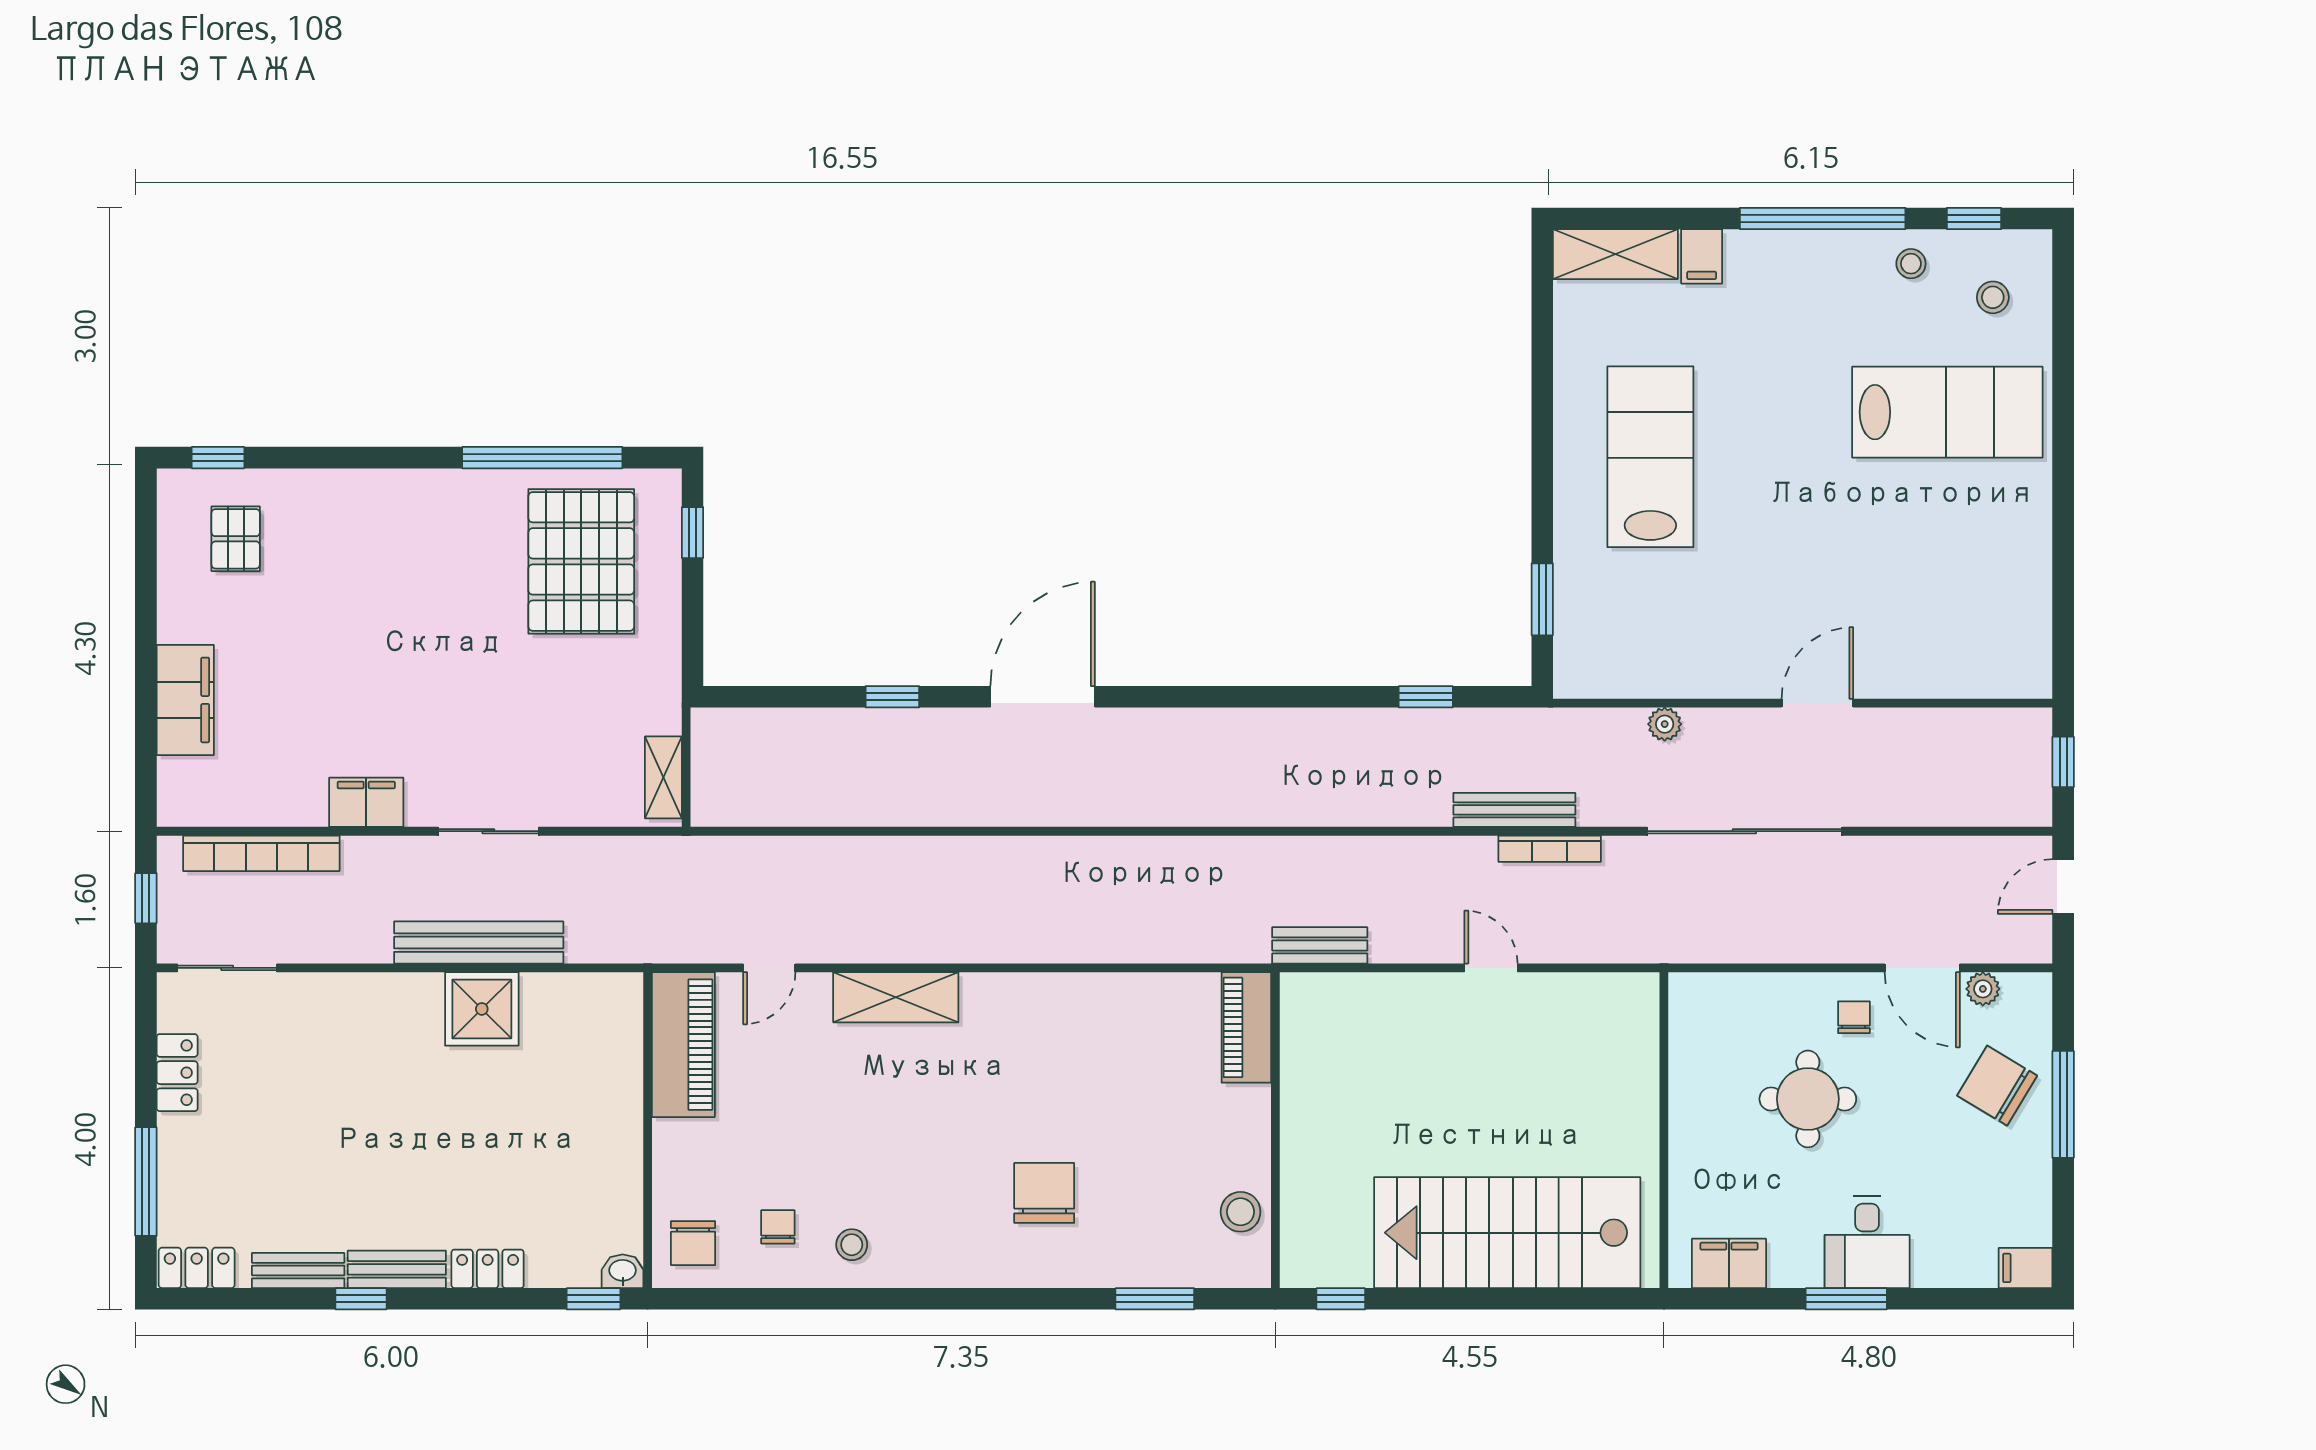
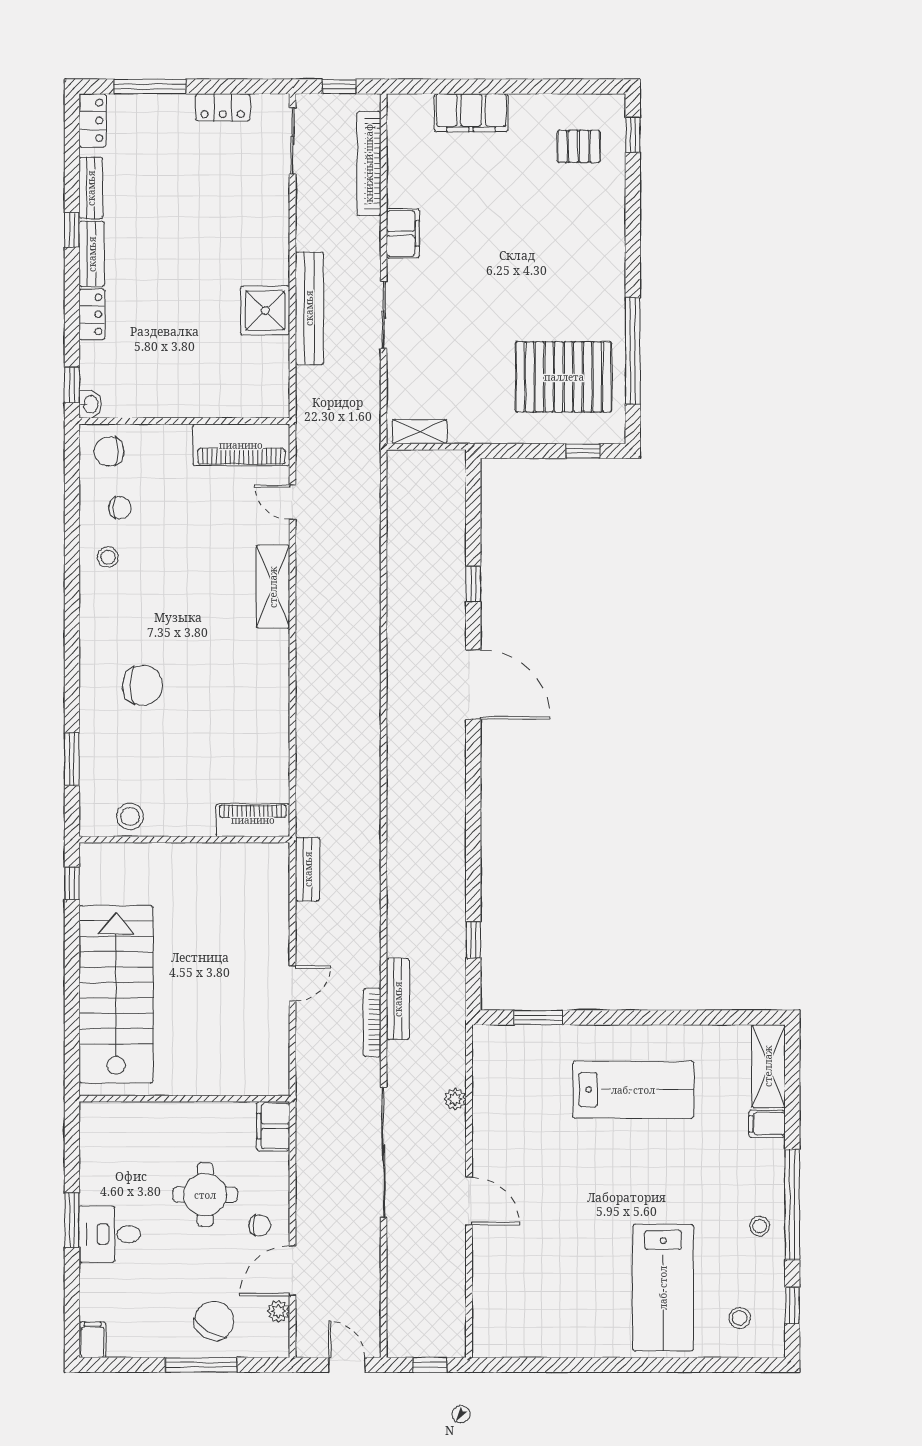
stool: (1911, 264) -> (760, 1226), moved
filing cabinet: (1729, 1263) -> (273, 1126), moved, turned 180

